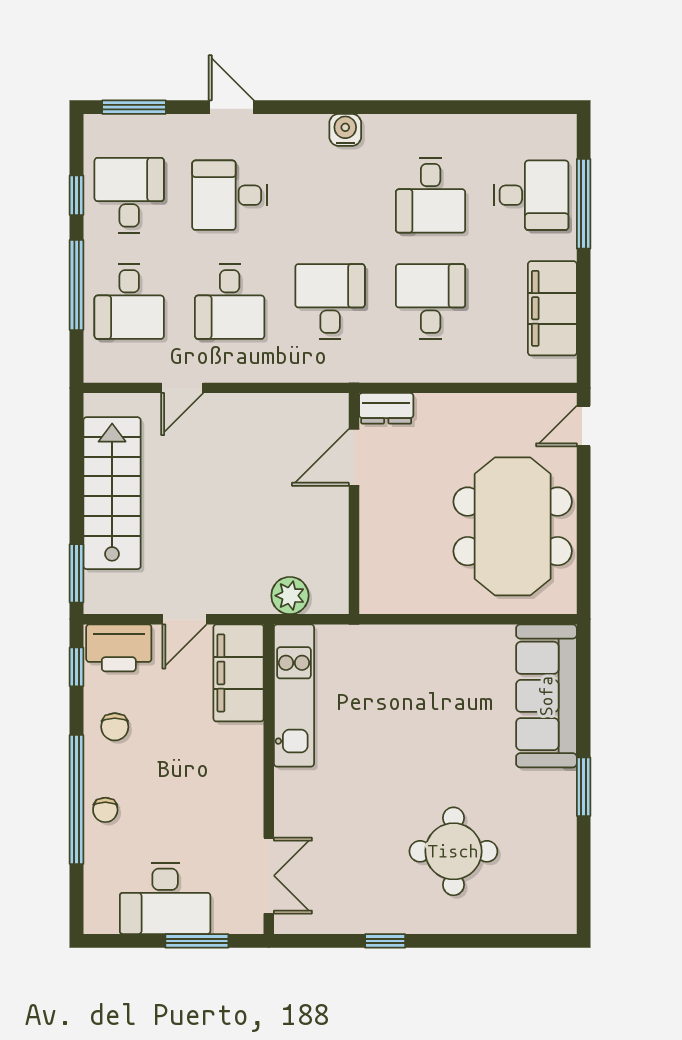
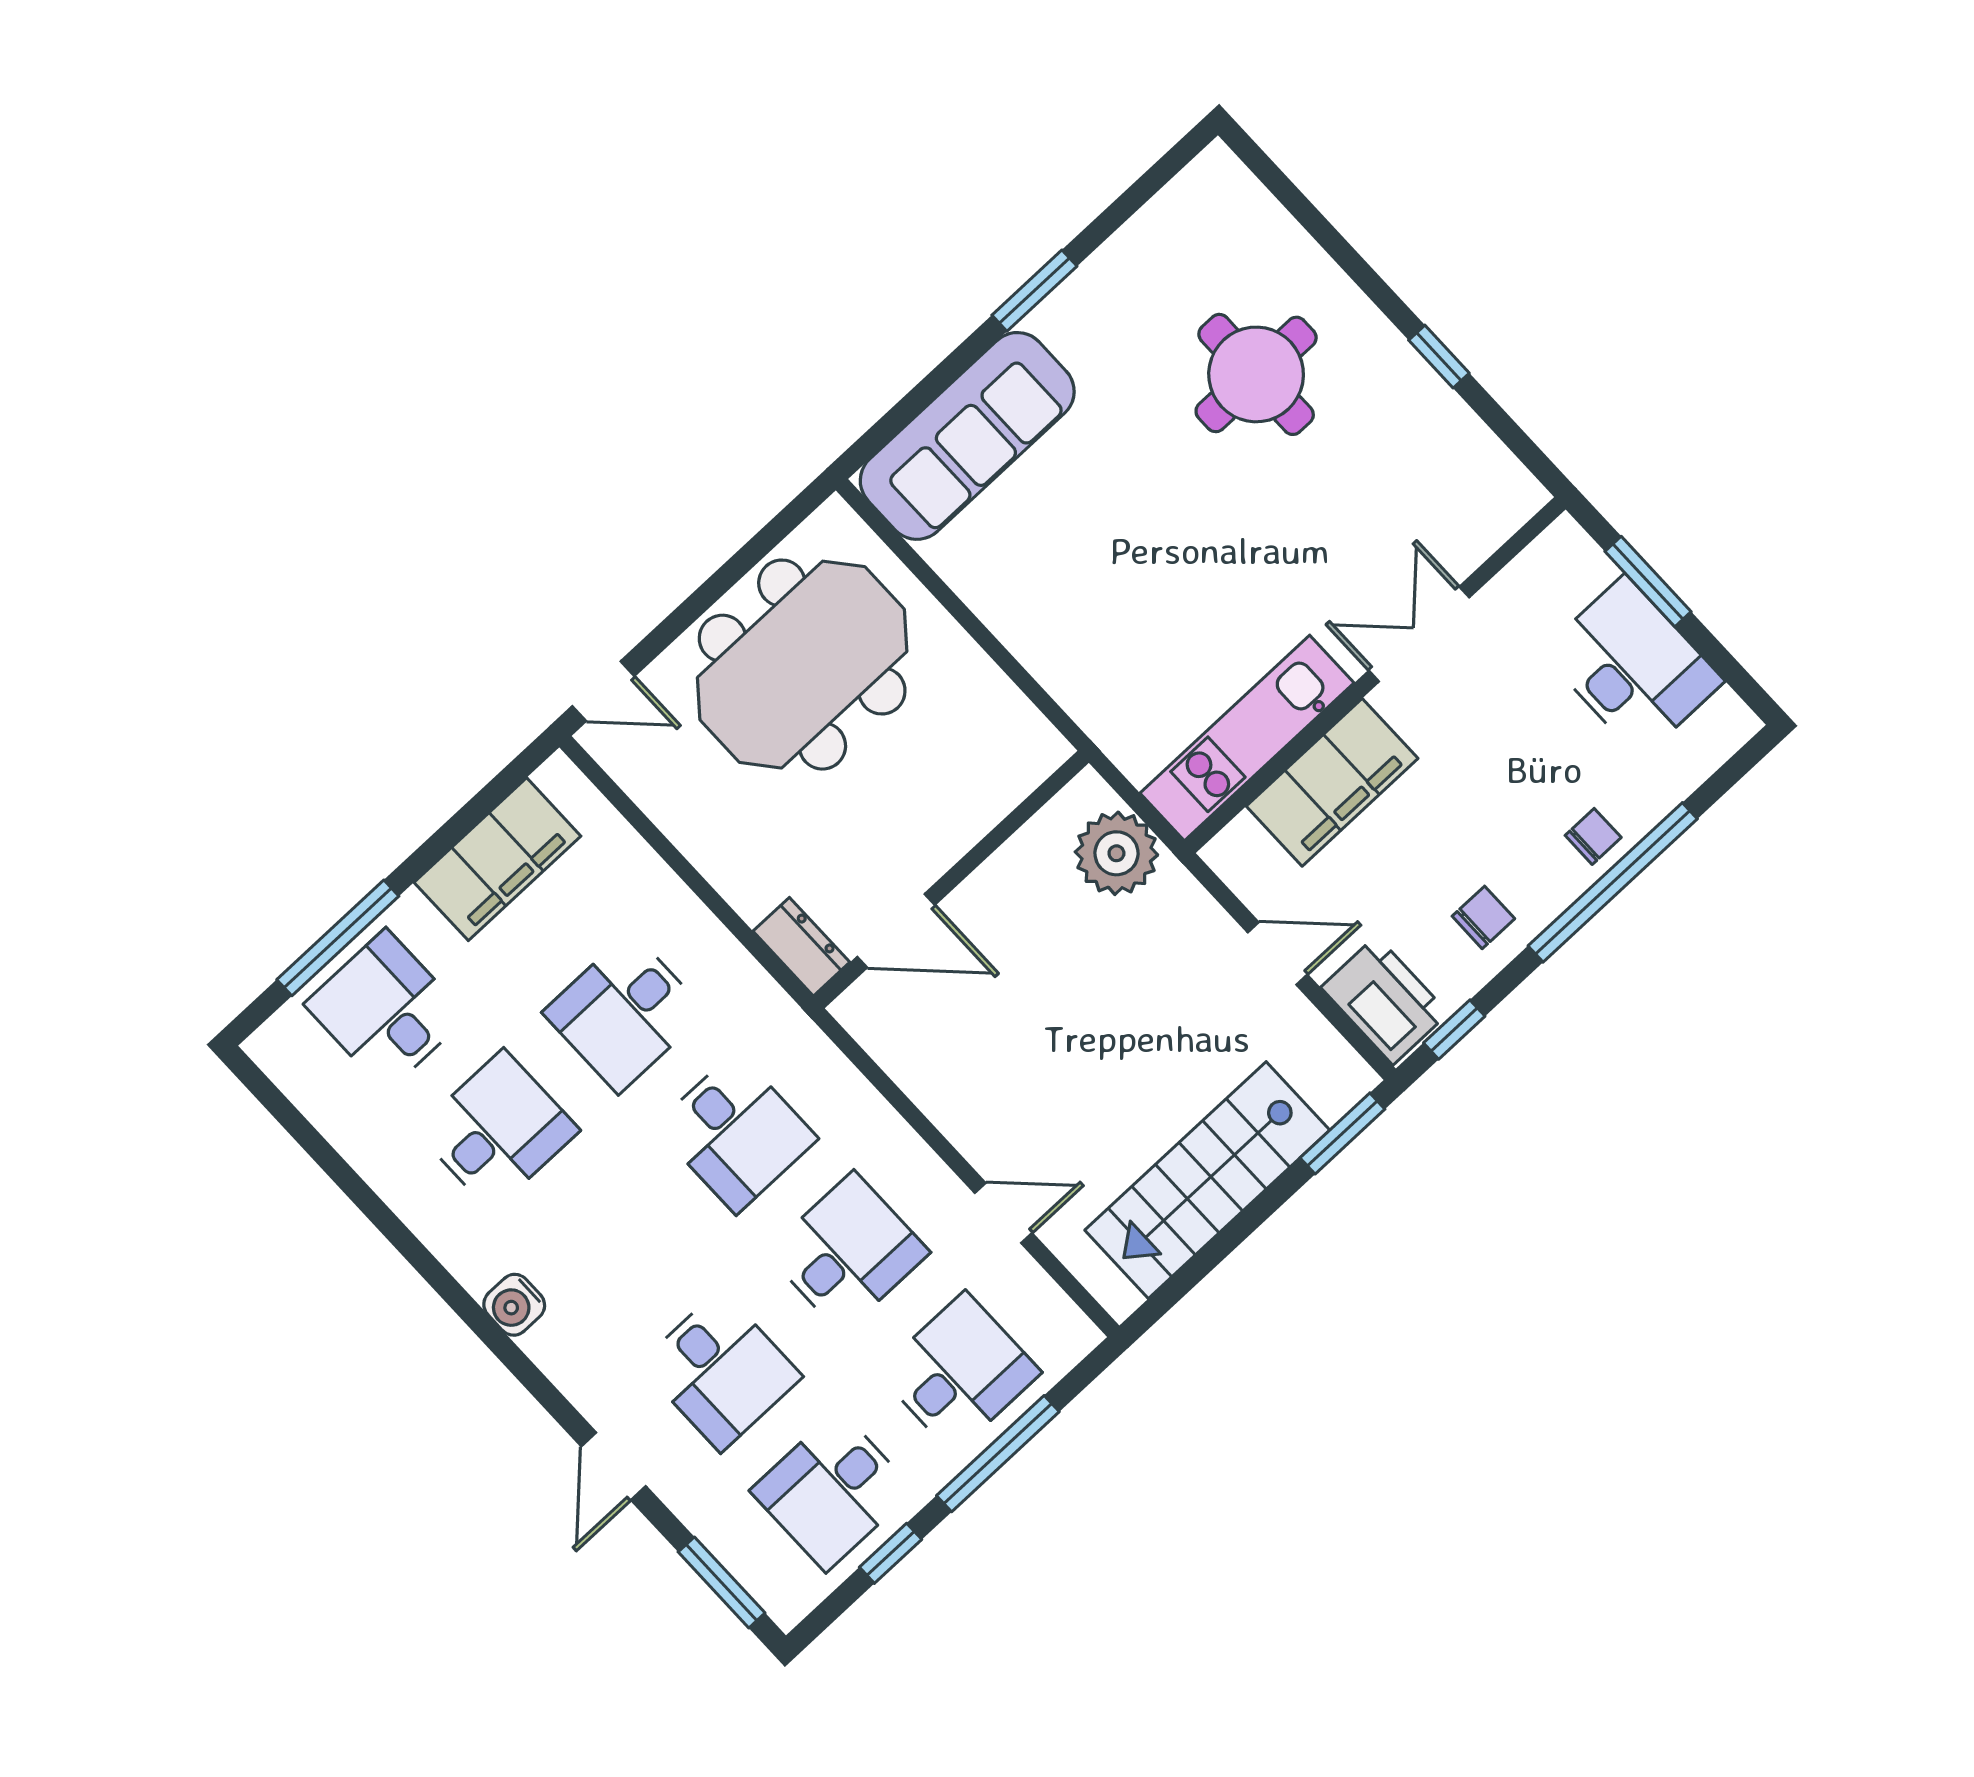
desk: (330, 301) -> (736, 1132), turned -90
plant: (290, 596) -> (1116, 853), width x1.36, depth x1.36
filing cabinet: (239, 673) -> (1332, 782), moved
double door: (269, 876) -> (1419, 634), moved

